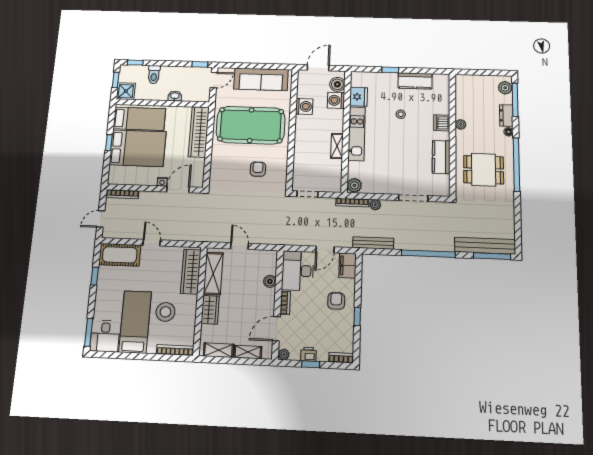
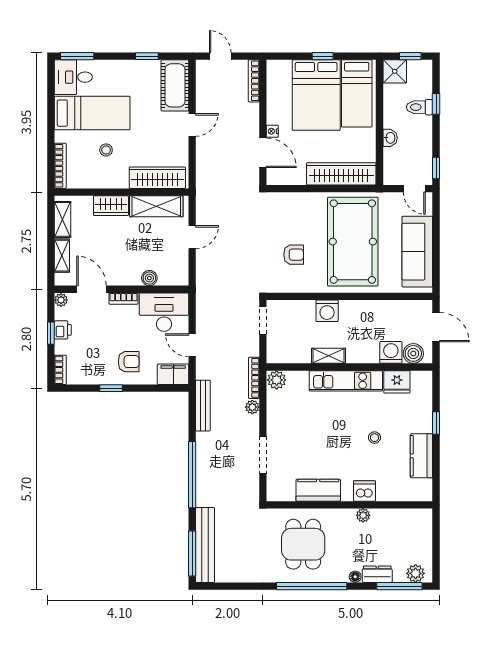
window: (135, 63) -> (436, 104), moved
washing machine: (304, 106) -> (327, 311), moved
stool: (165, 312) -> (106, 150), width x0.53, depth x0.53

